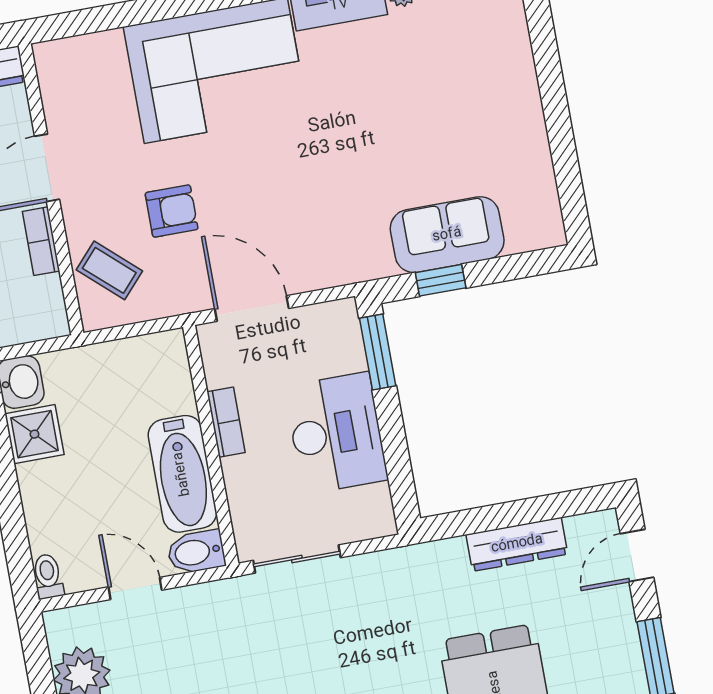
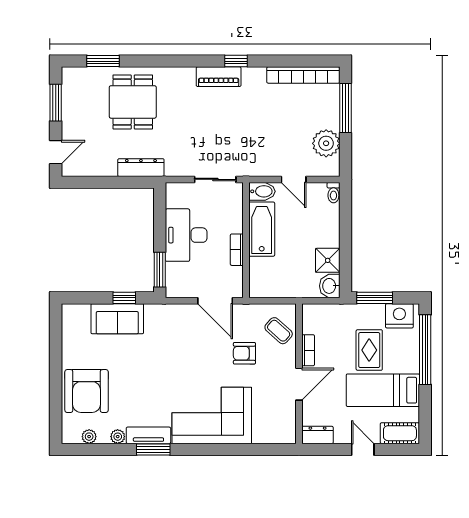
armchair: (483, 74) -> (87, 391), added
dresser: (517, 544) -> (141, 168), moved

